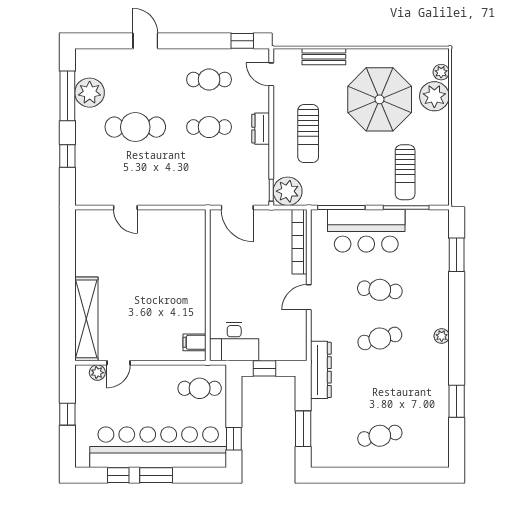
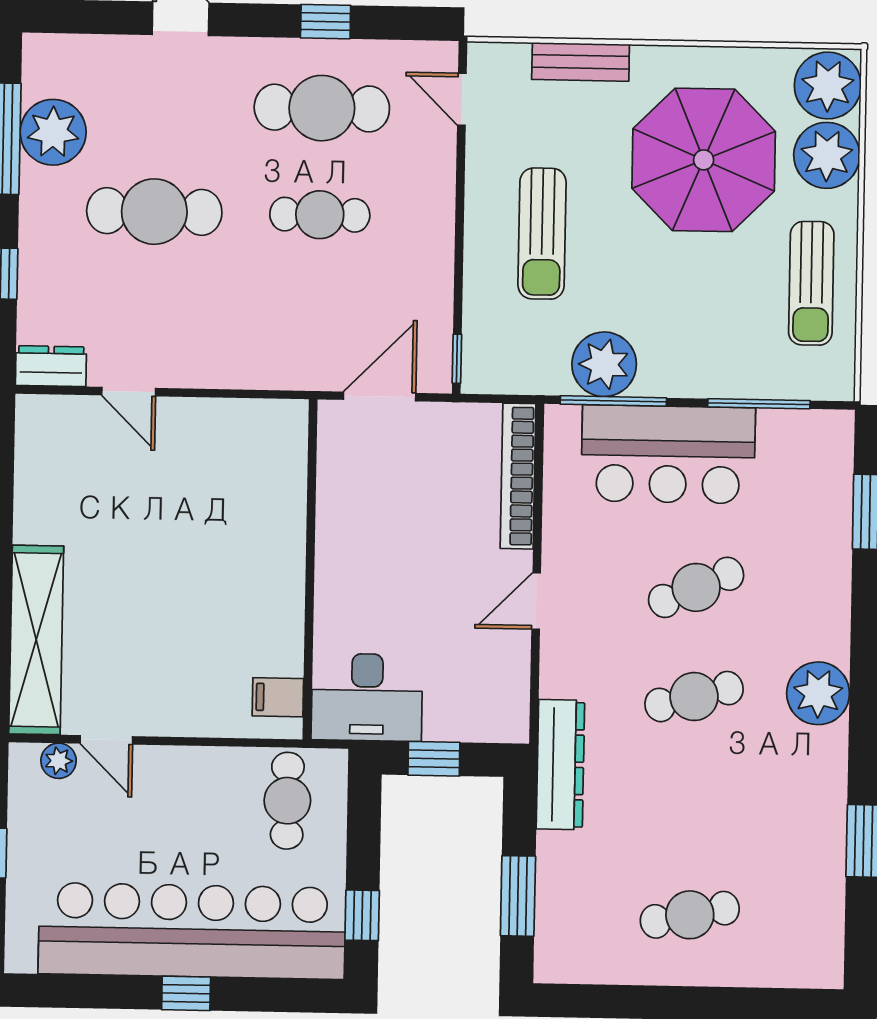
window: (242, 41) -> (326, 22), moved
plant: (441, 72) -> (828, 85), width x1.88, depth x1.88
cafe table: (209, 80) -> (322, 108), width x1.37, depth x1.35
dresser: (261, 129) -> (51, 366), moved, turned 90
sun lounger: (405, 172) -> (811, 283), moved
plant: (288, 191) -> (604, 364), moved
door: (237, 207) -> (380, 396), swing flipped
cafe table: (380, 290) -> (696, 587), turned -30
plant: (442, 336) -> (818, 693), width x1.87, depth x1.87
door: (118, 363) -> (106, 740), hinge flipped
cafe table: (200, 388) -> (287, 801), turned 90
window: (118, 475) -> (101, 992), removed
window: (156, 475) -> (186, 993), width x0.67

